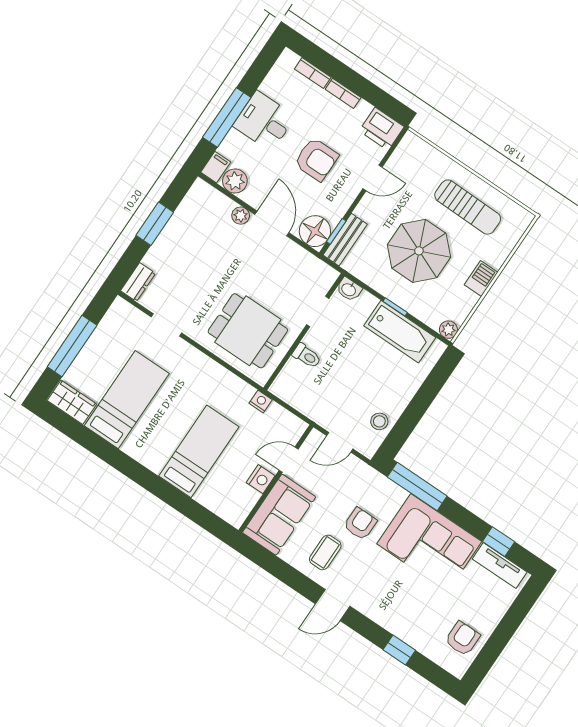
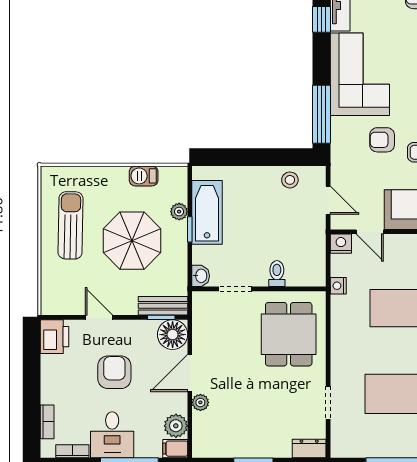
bookcase: (343, 93) -> (72, 451), moved, turned -90
barbecue: (481, 279) -> (144, 176), moved
plant: (448, 330) -> (179, 212), moved
nightstand: (261, 479) -> (341, 244), moved

